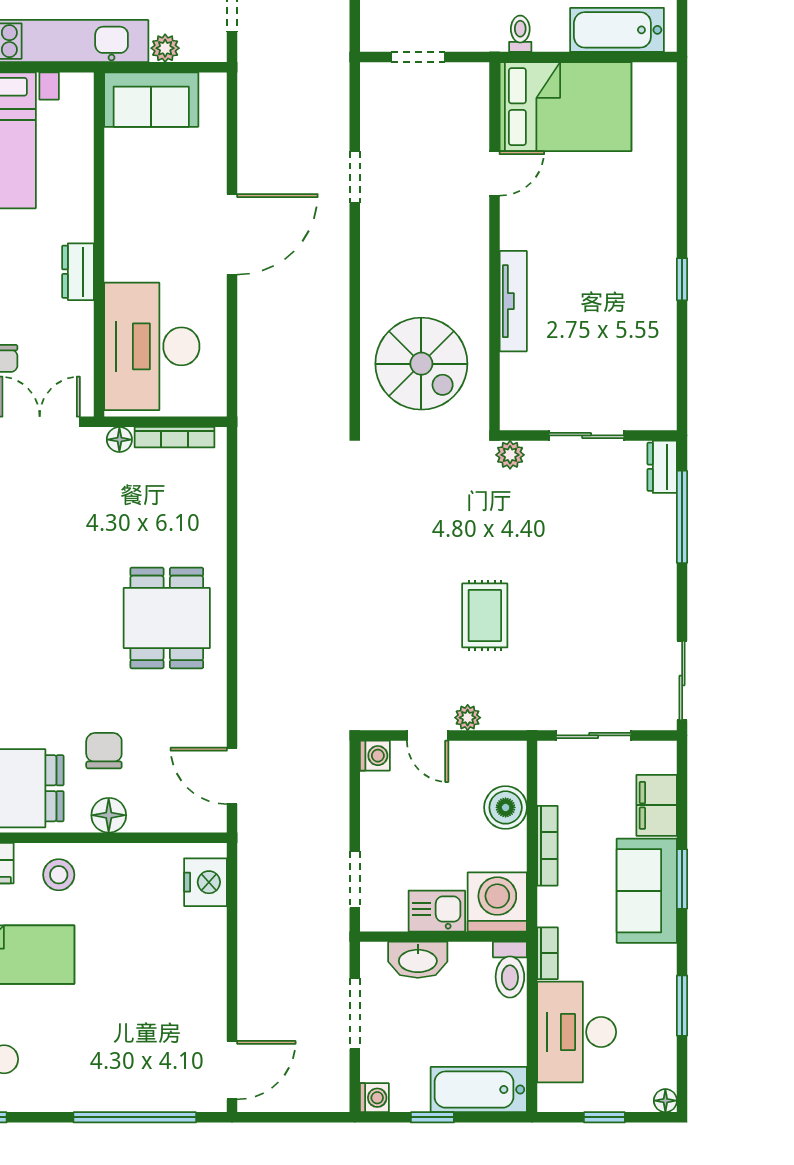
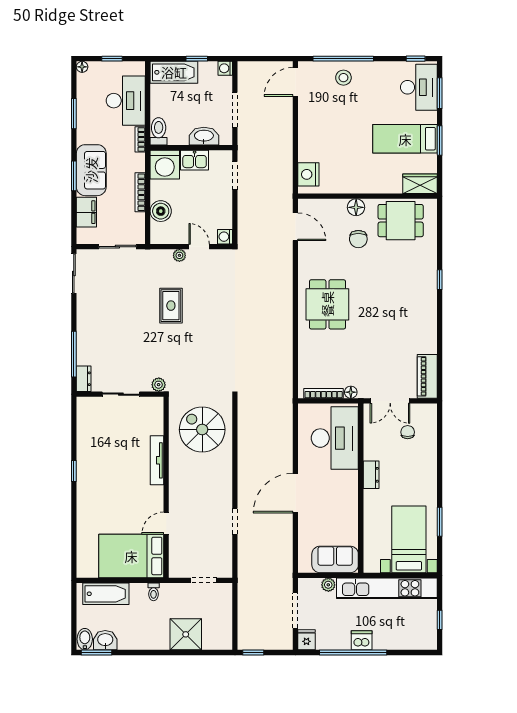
stool: (59, 875) -> (343, 78), moved

